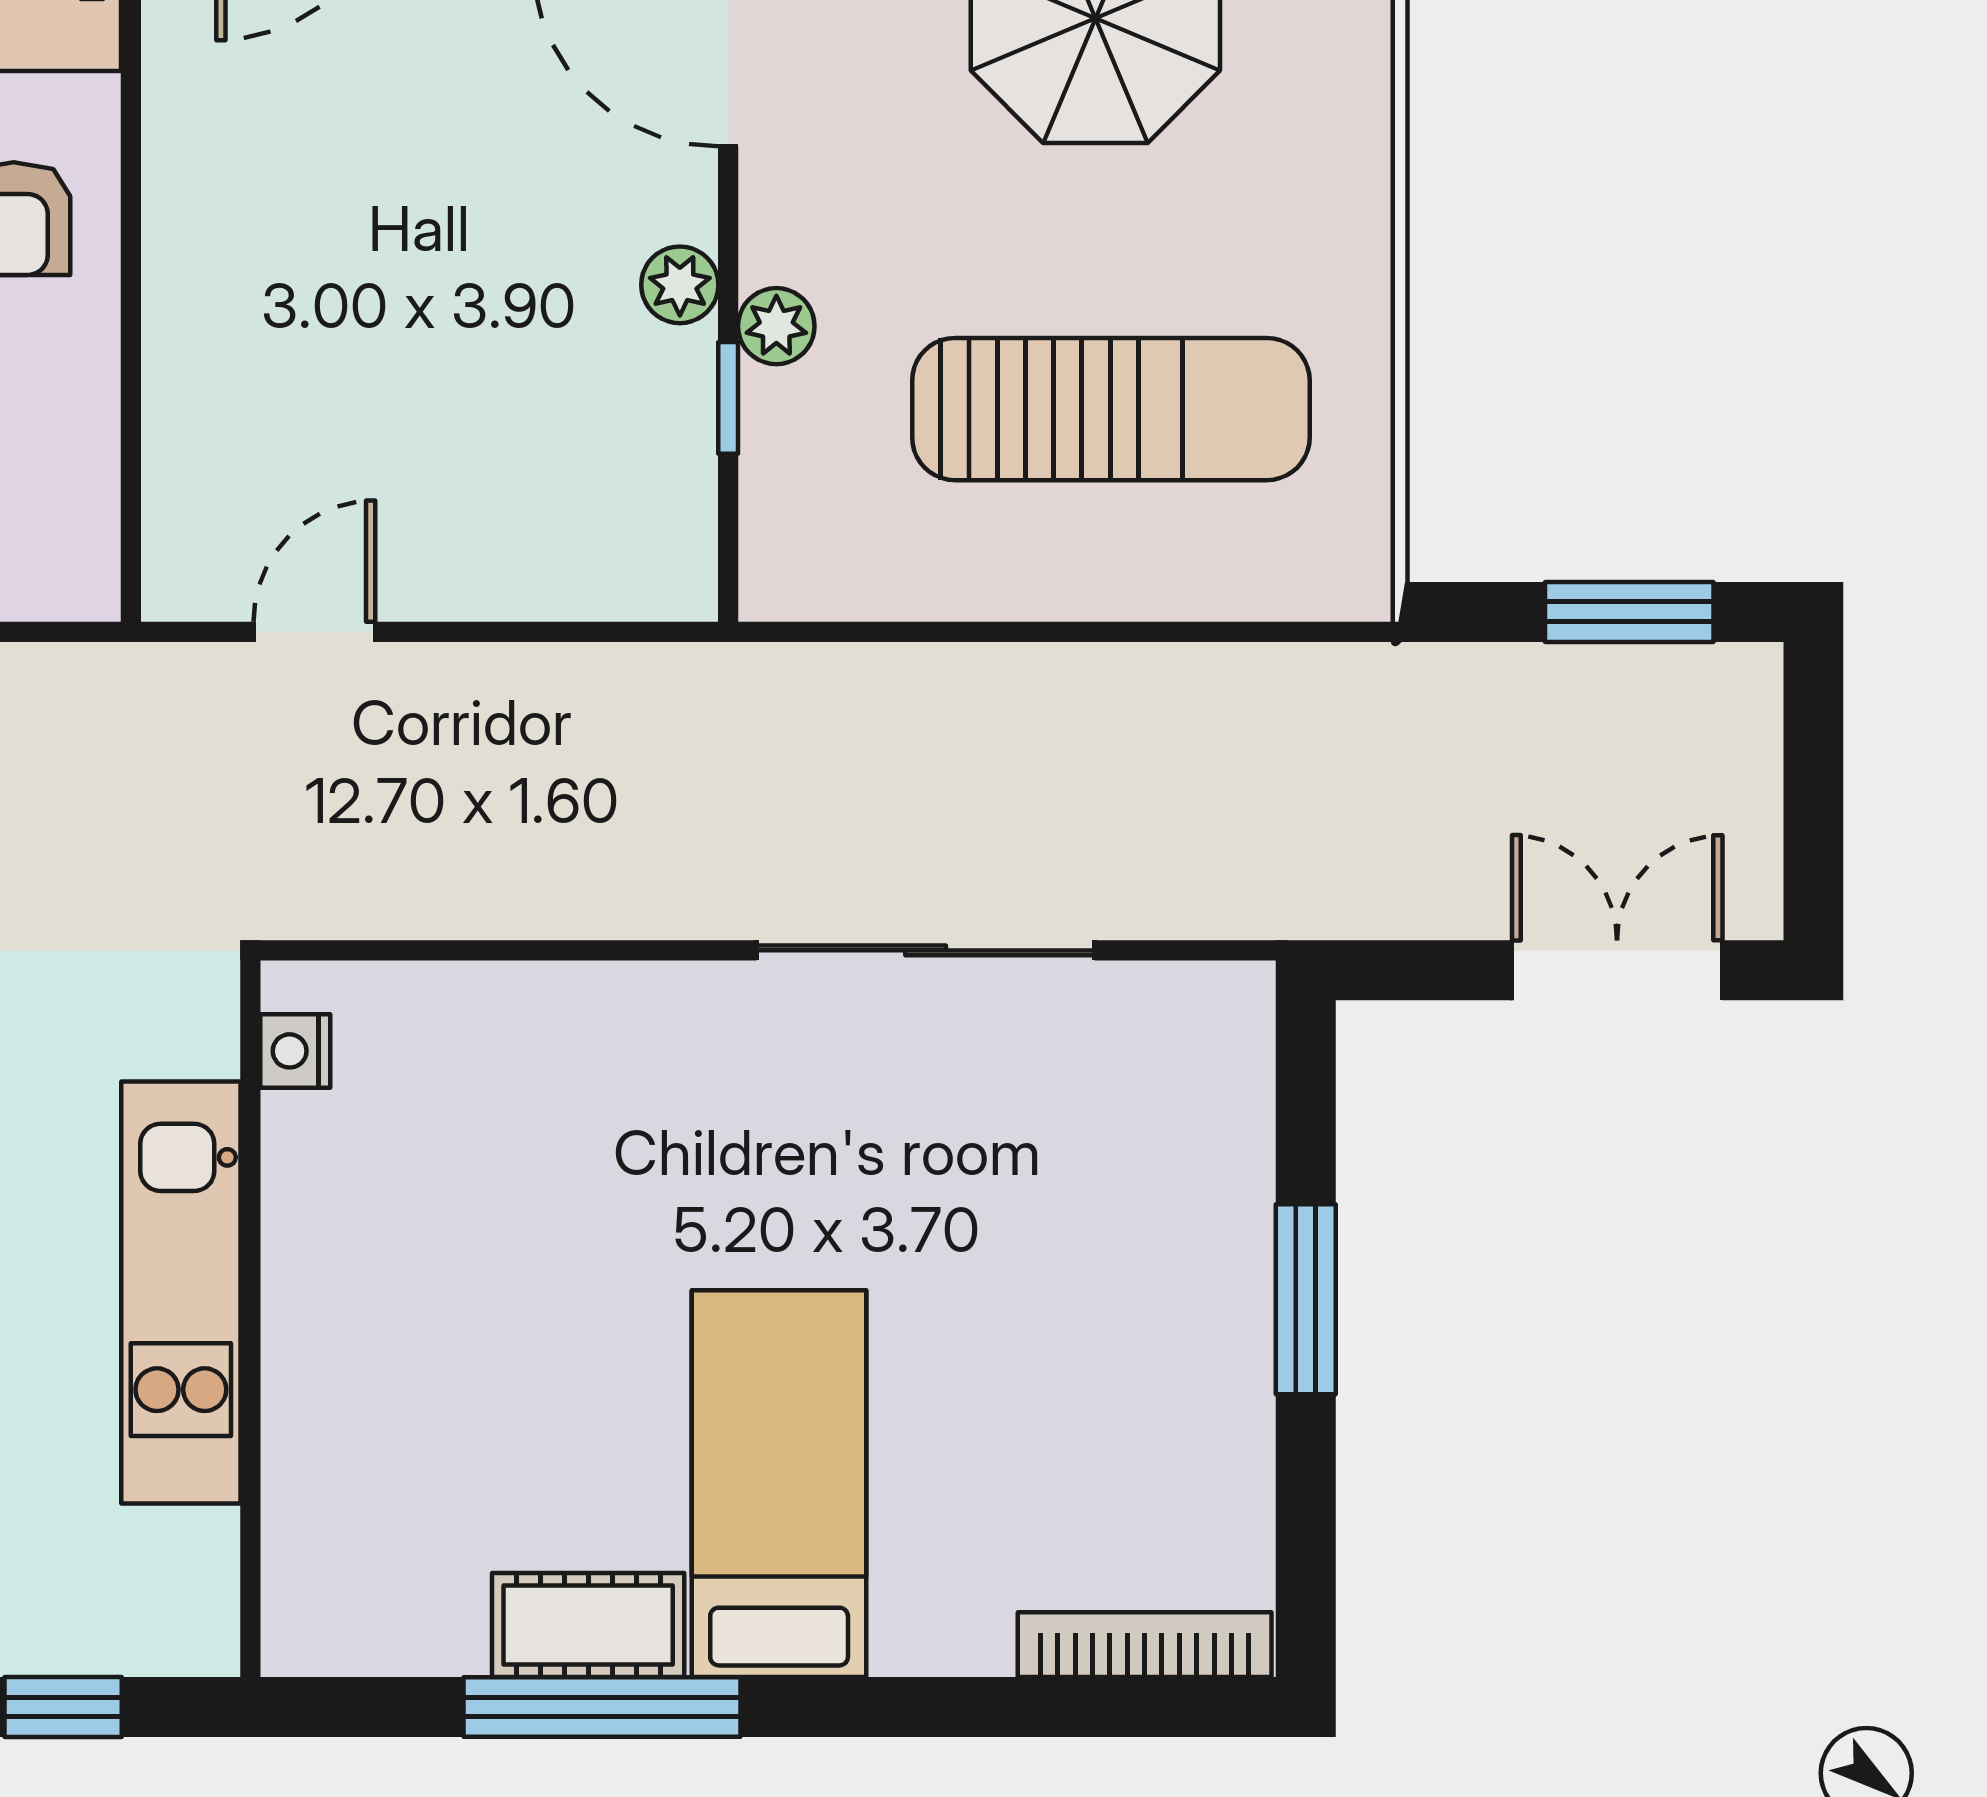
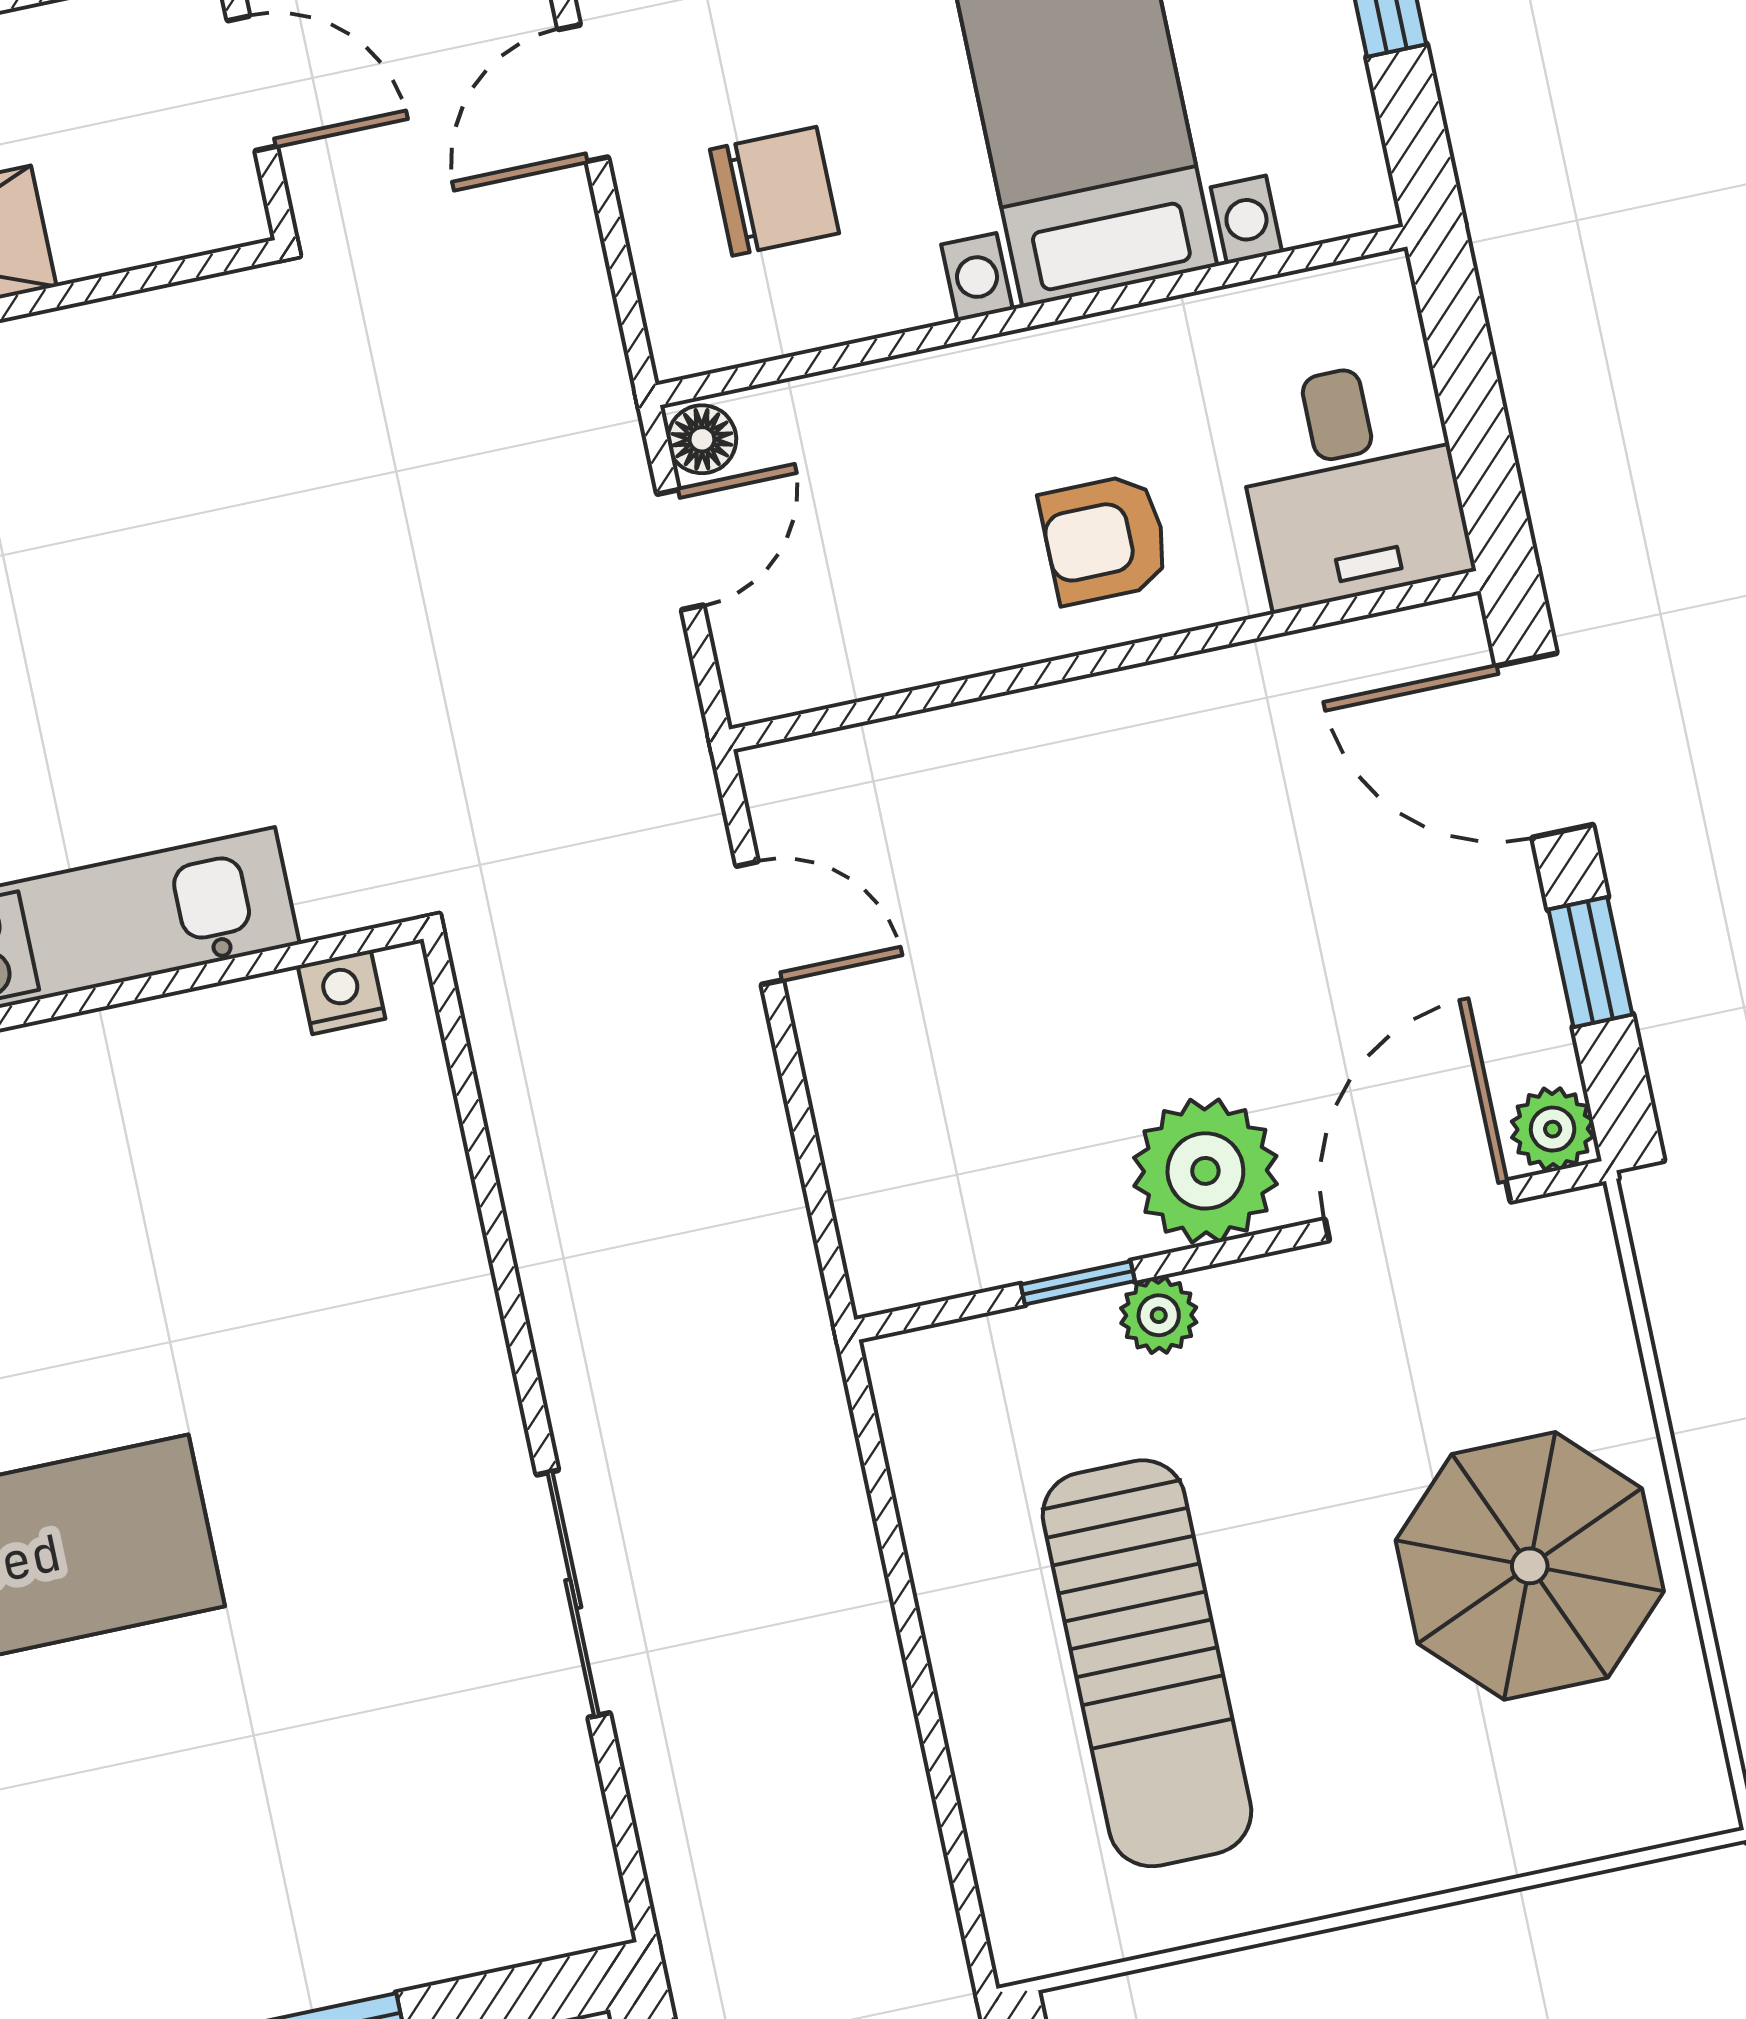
plant: (680, 285) -> (1205, 1171), width x1.88, depth x1.88
sliding door: (926, 950) -> (573, 1594), width x0.73

